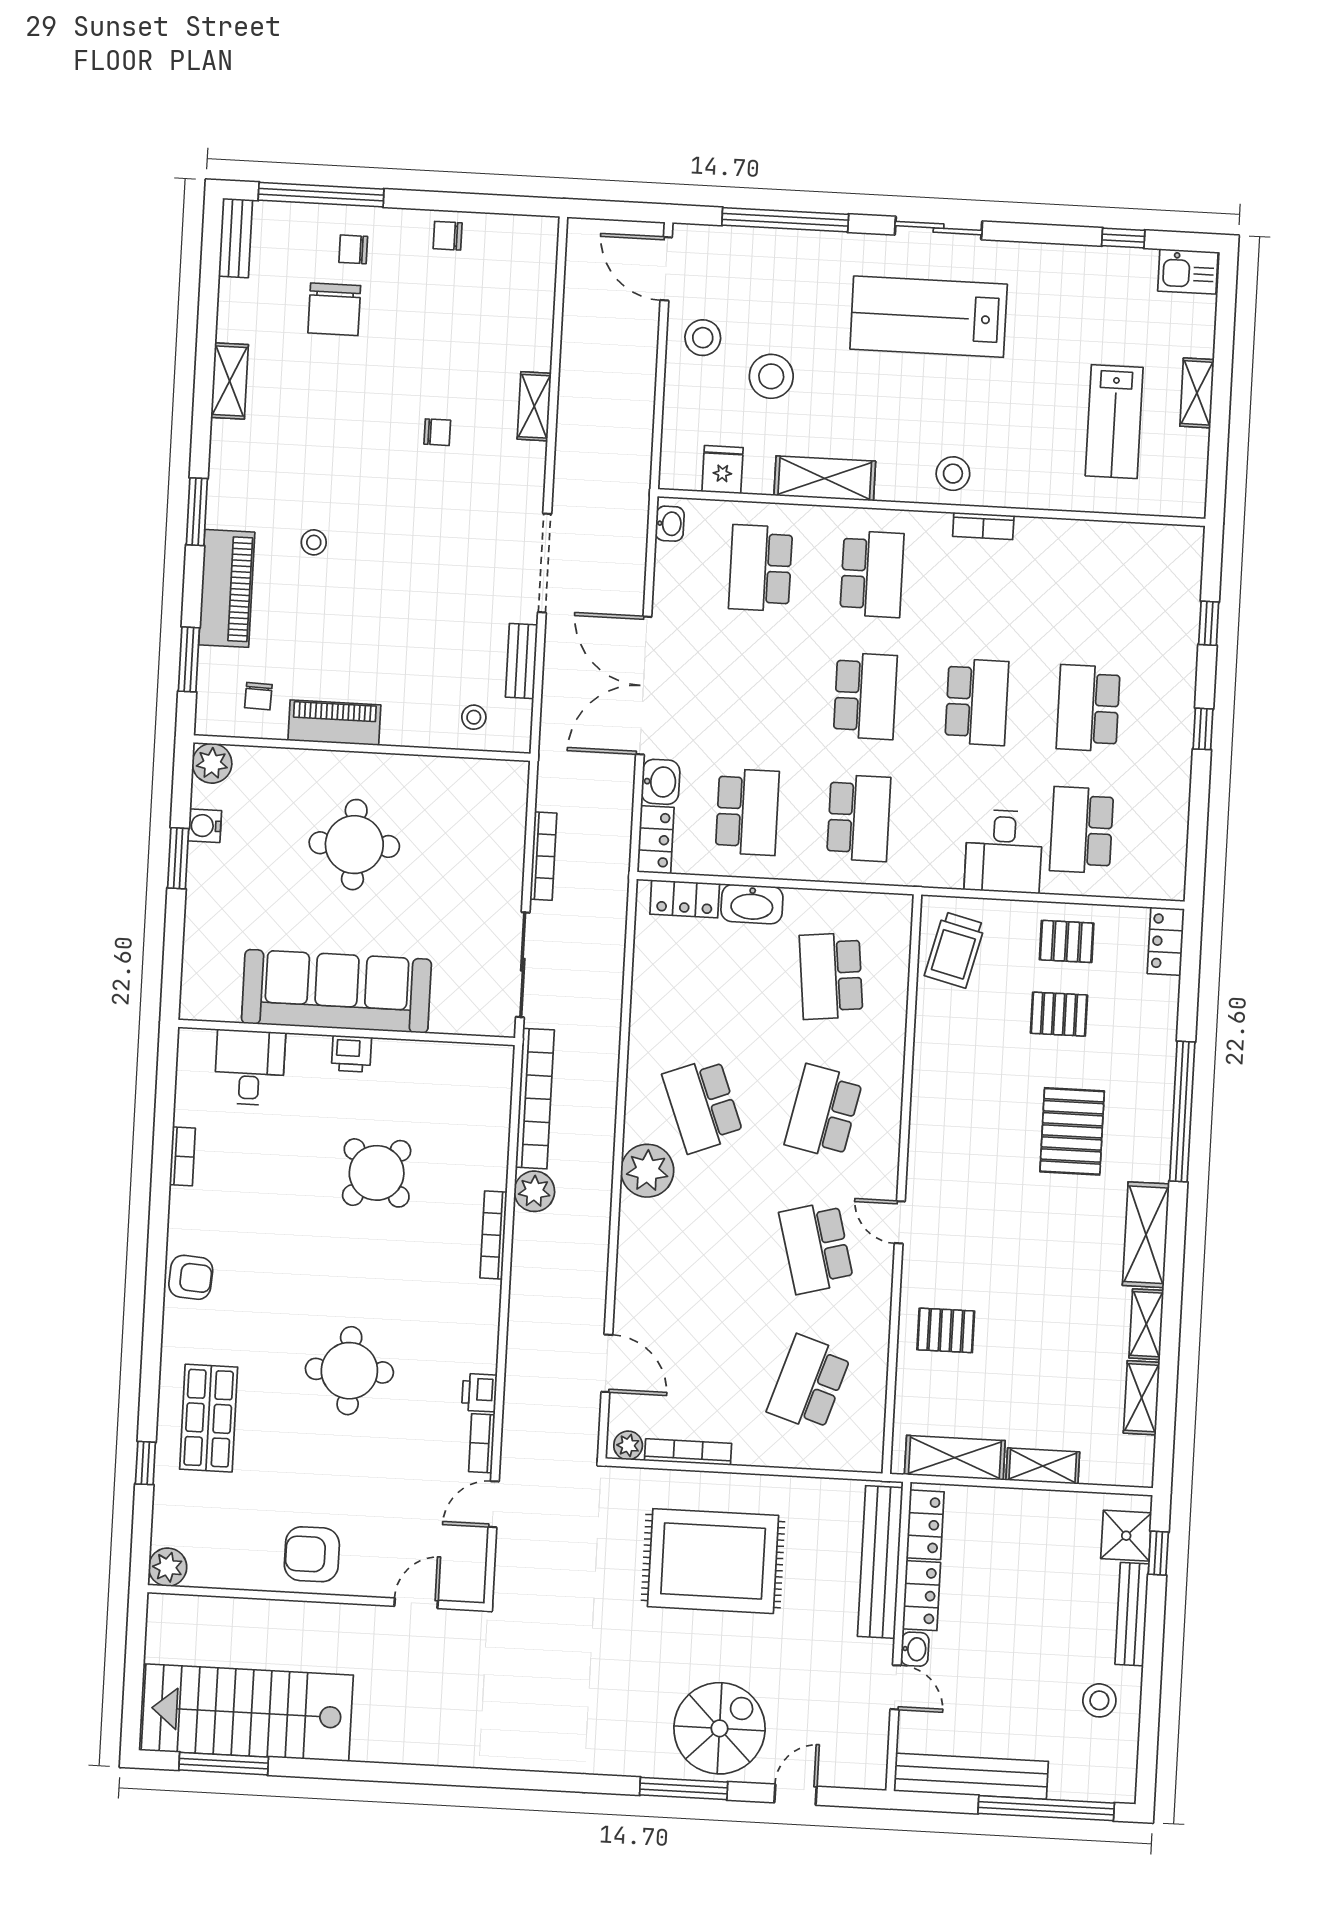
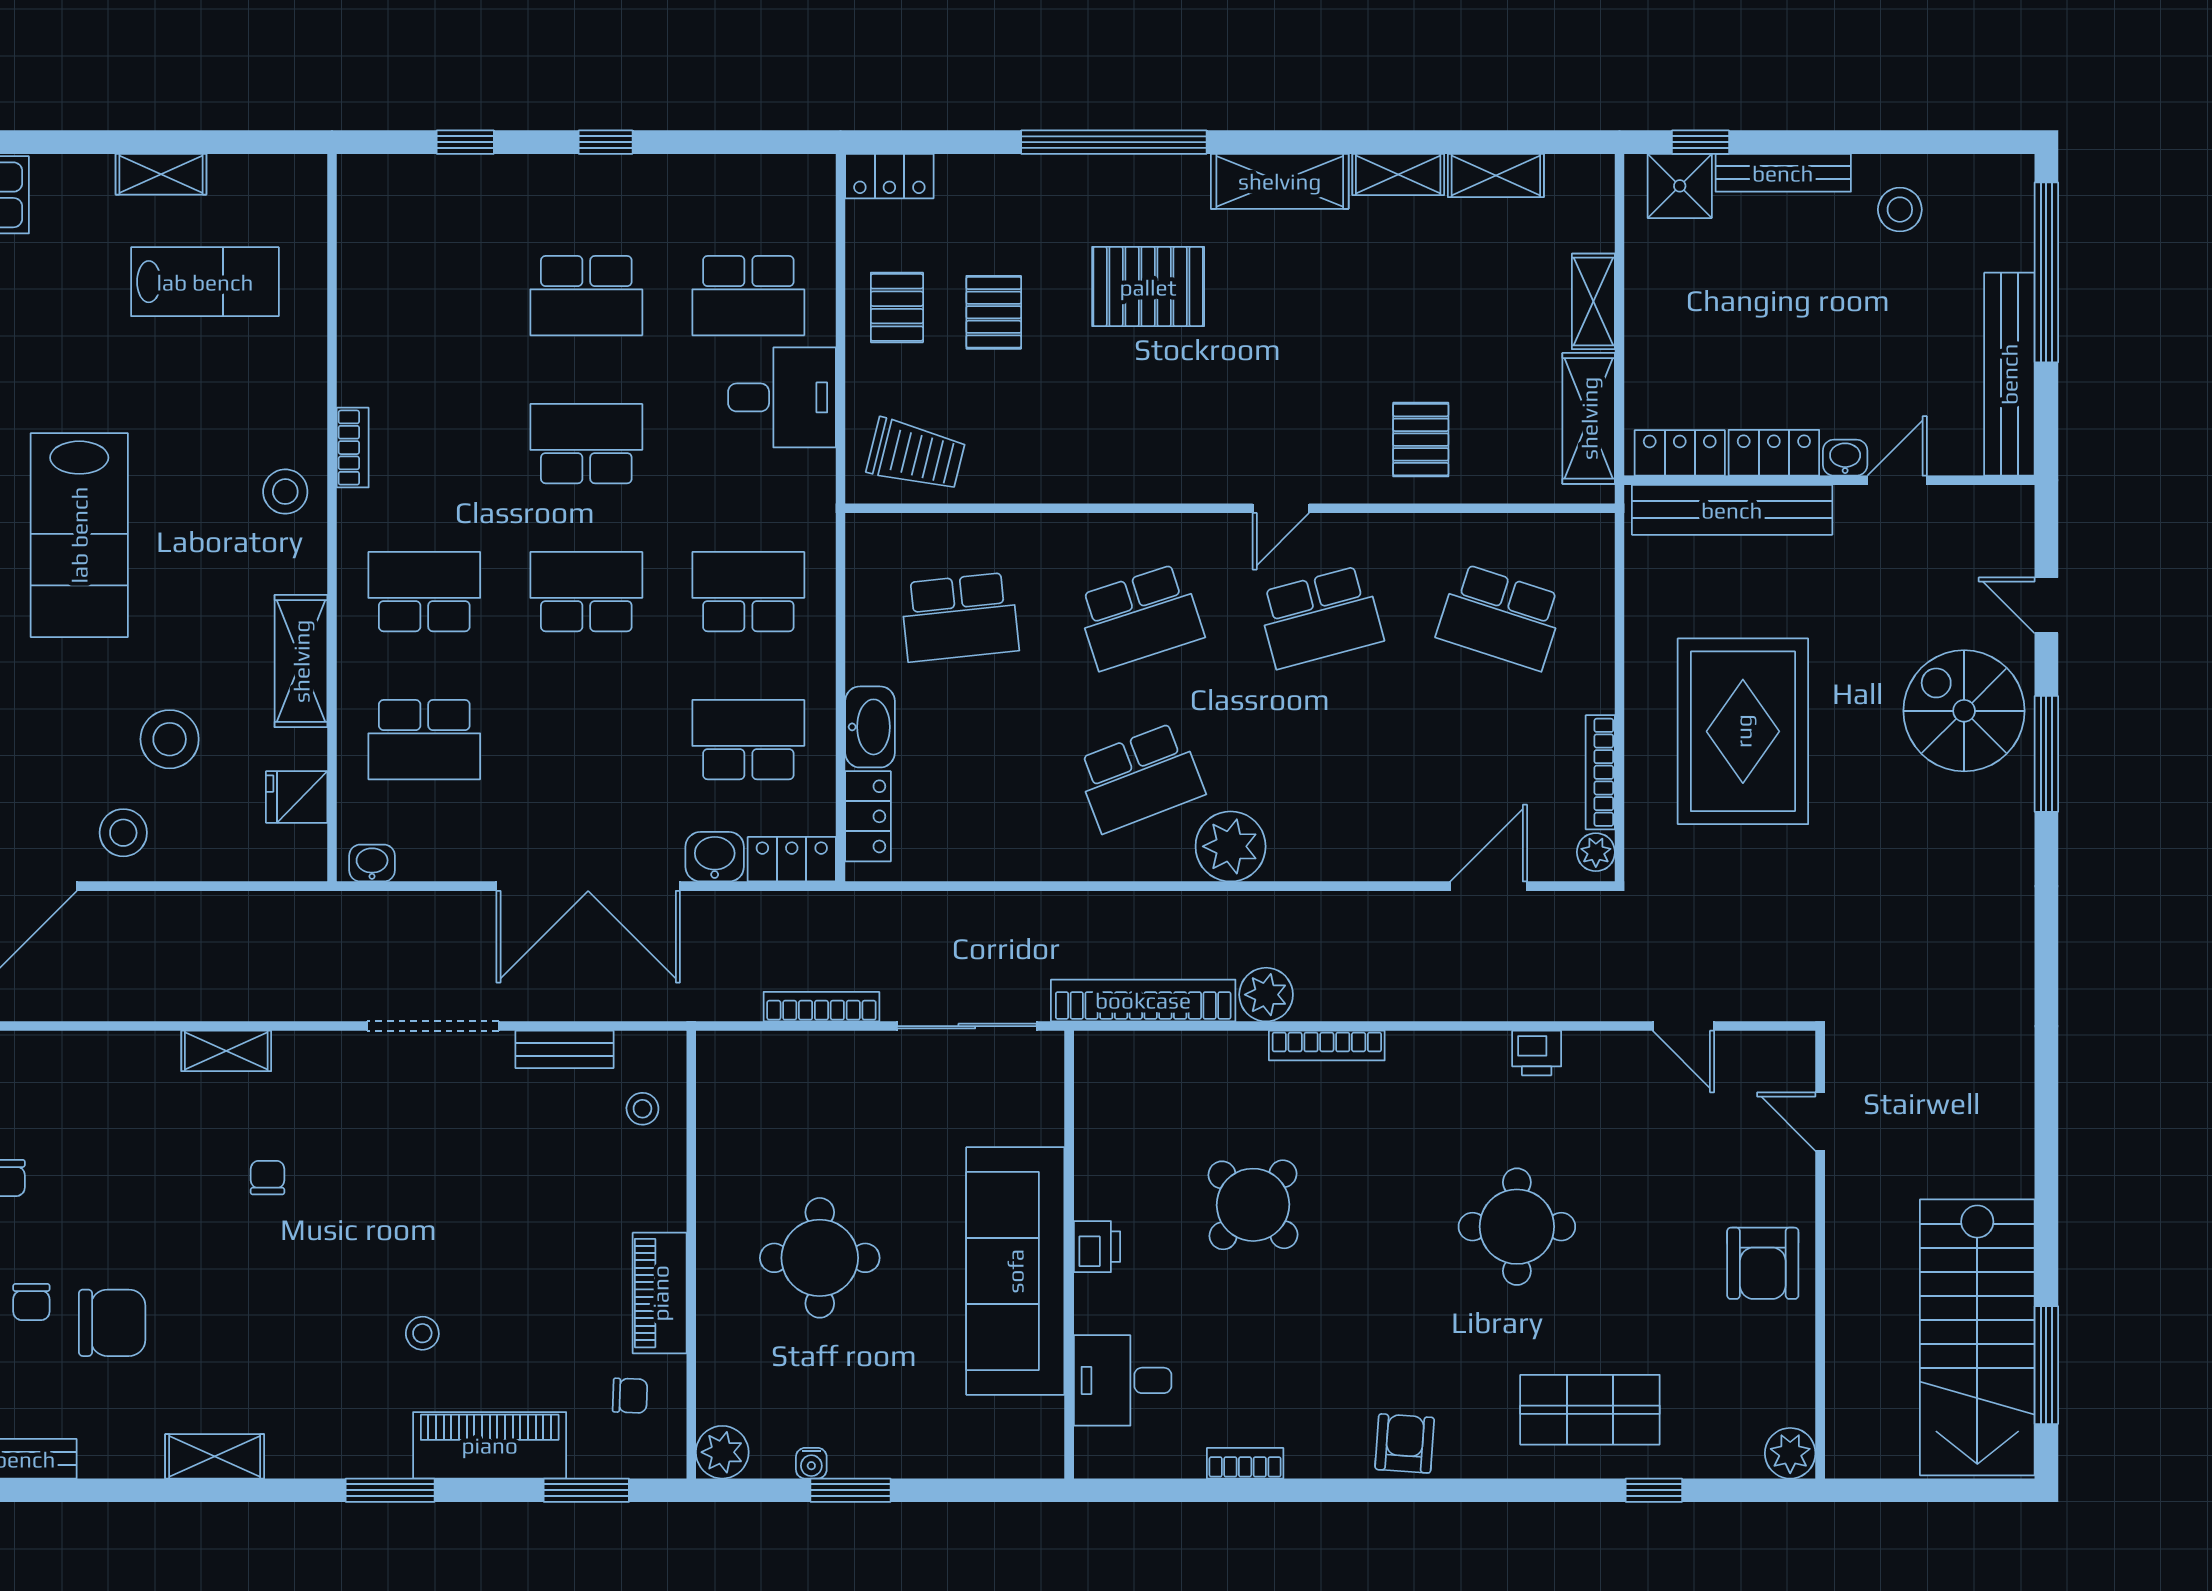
water cooler: (205, 826) -> (811, 1463), width x0.72, depth x0.72
school desk: (824, 1112) -> (1140, 617), turned -30
bookcase: (482, 1443) -> (1603, 1046), removed

